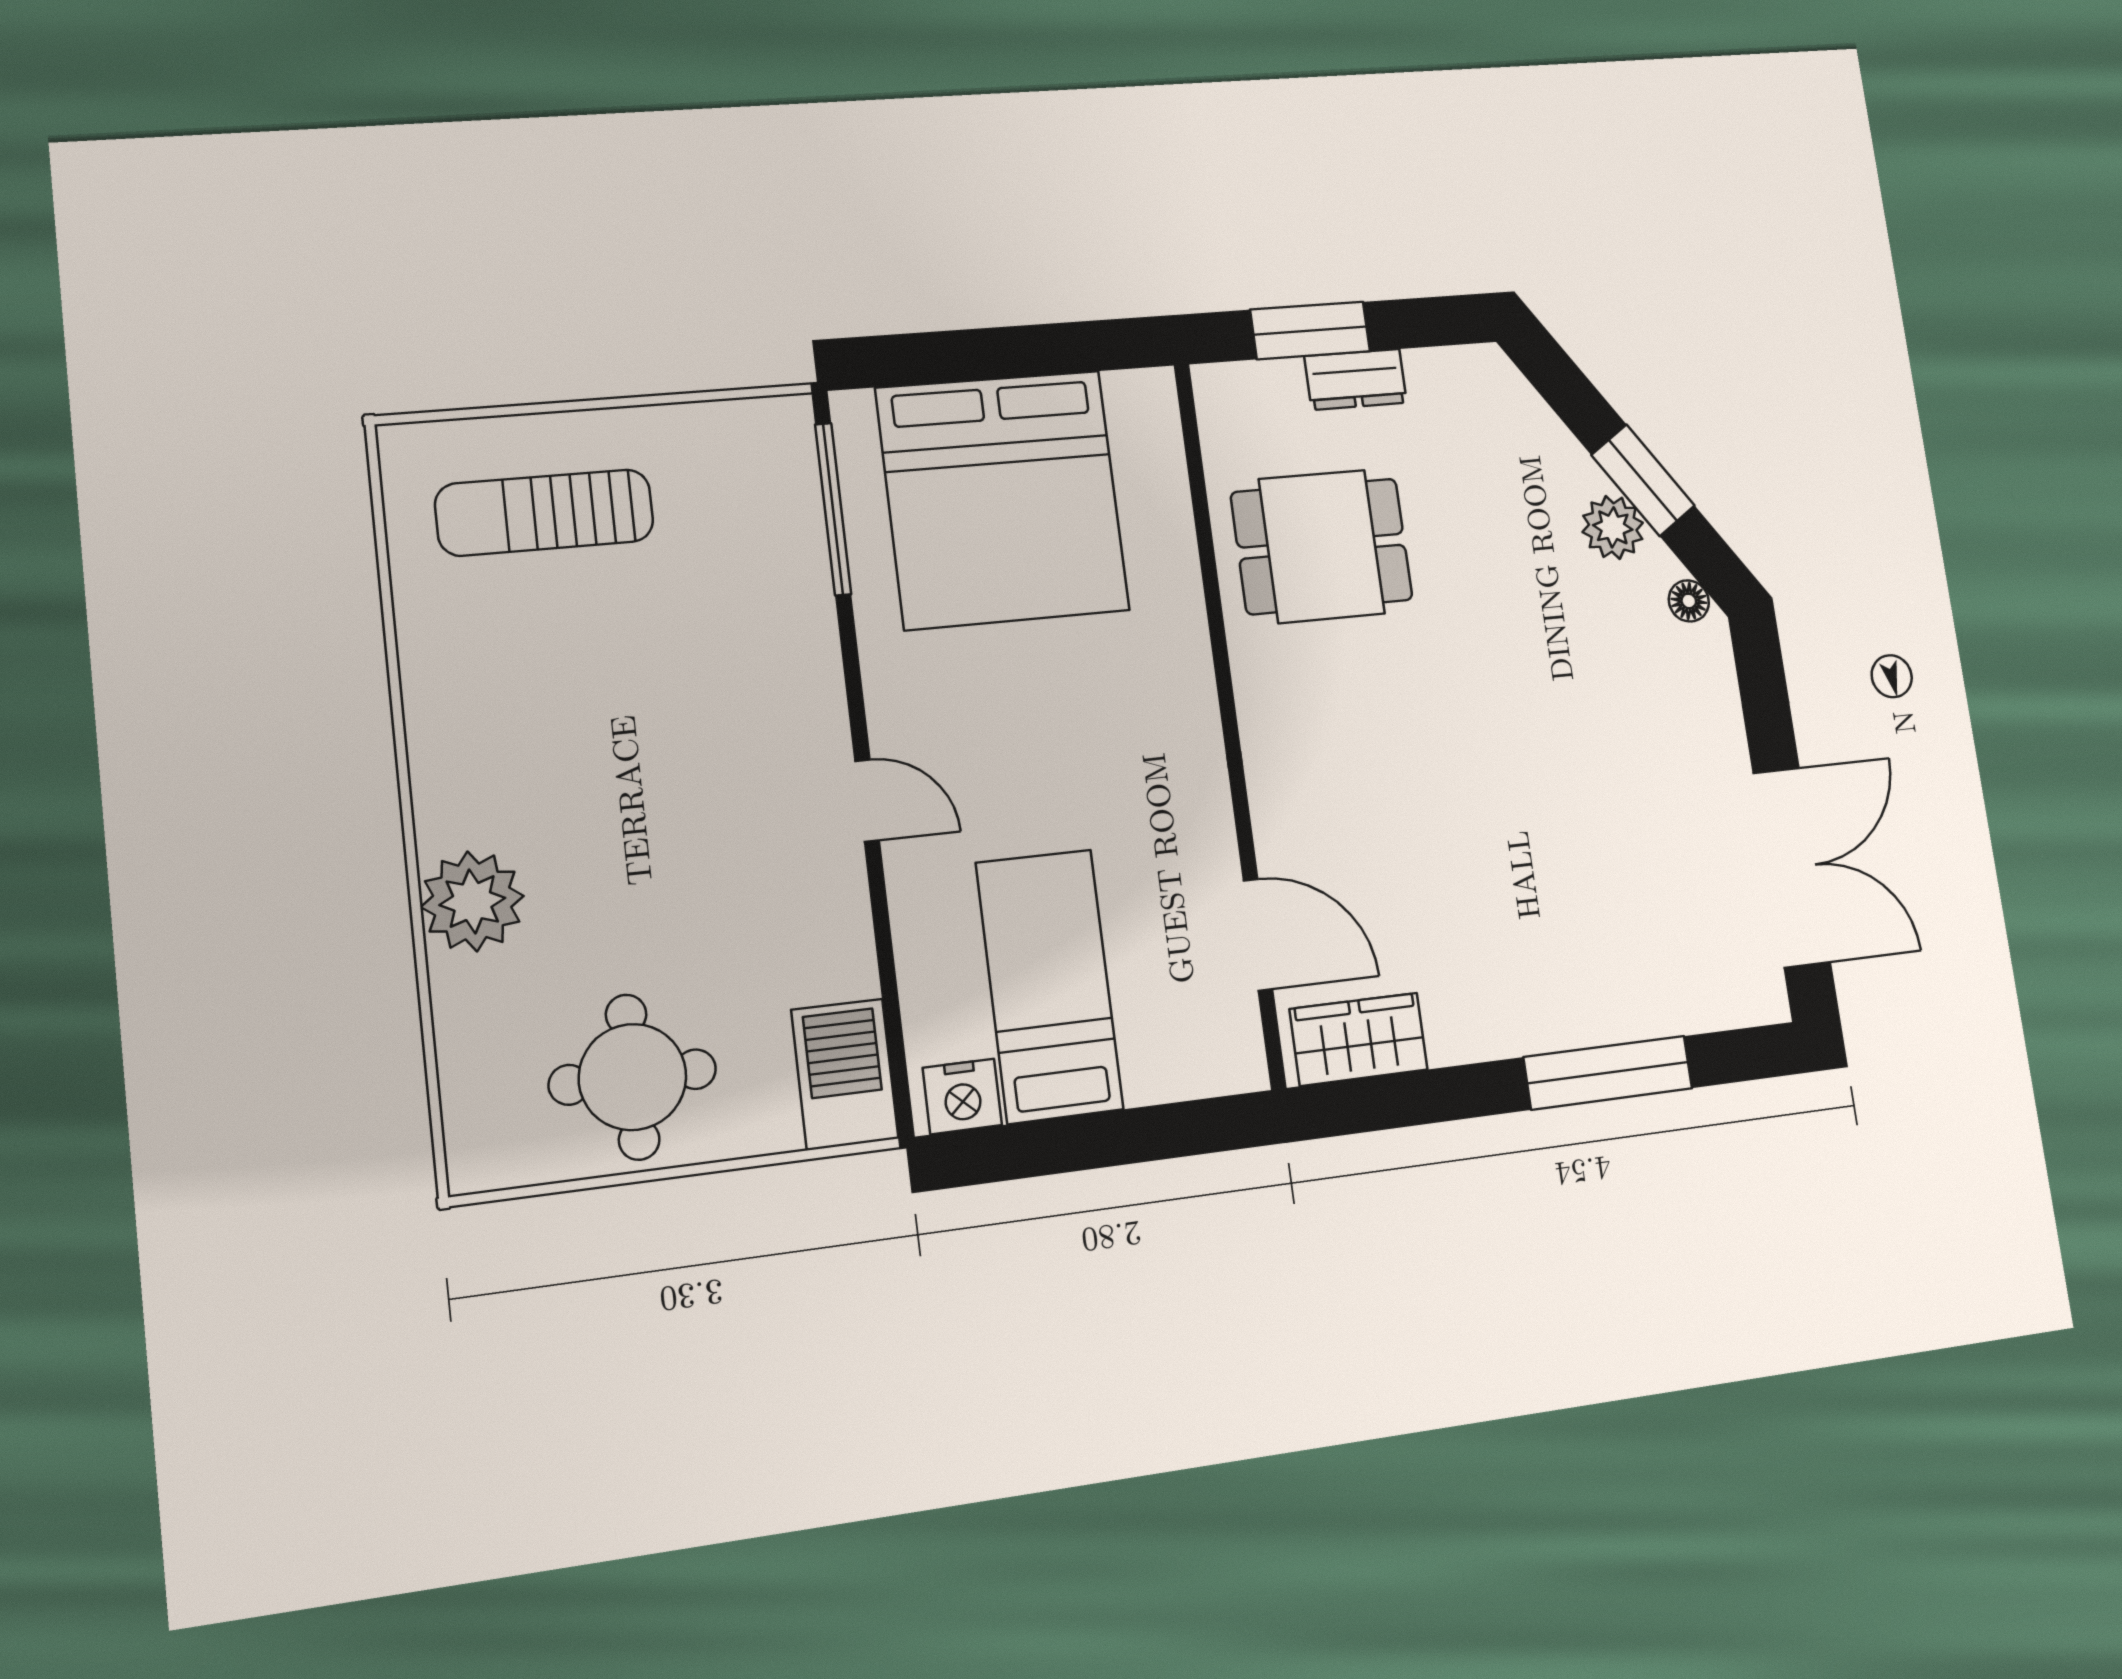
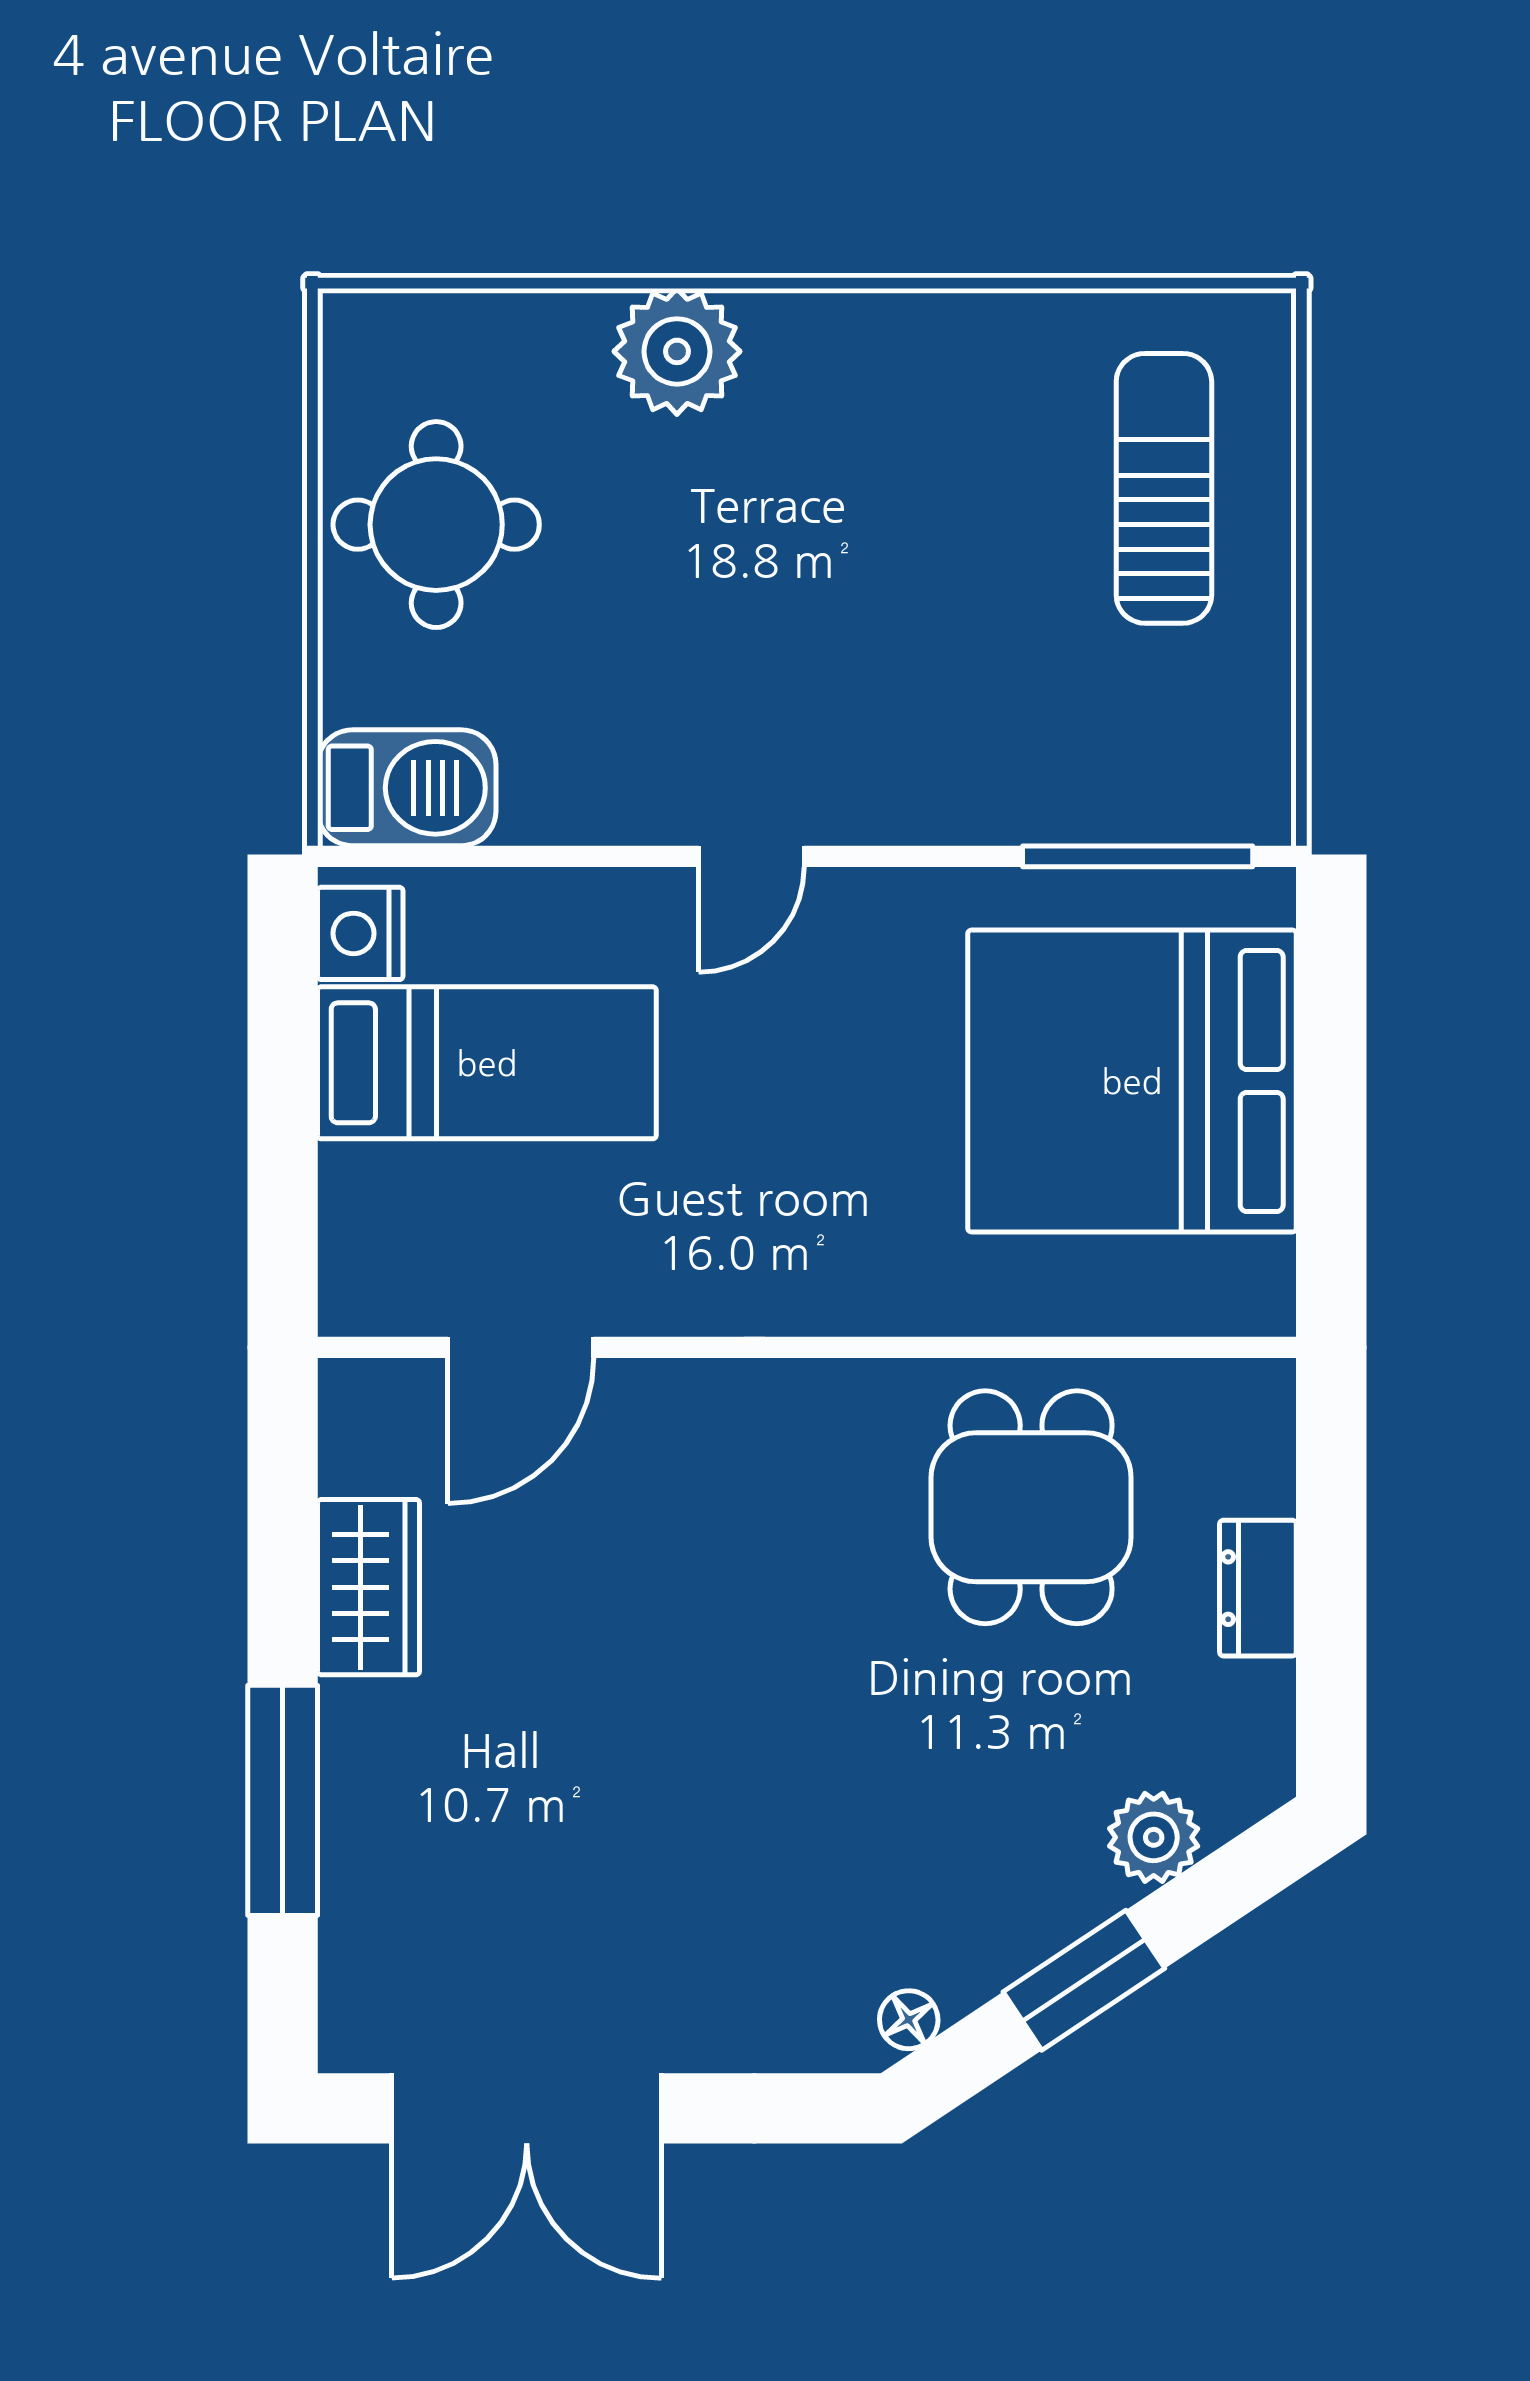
window: (1310, 330) -> (1331, 1534), removed
plant: (1613, 527) -> (1154, 1837), moved
wardrobe: (1359, 1039) -> (369, 1587), moved

